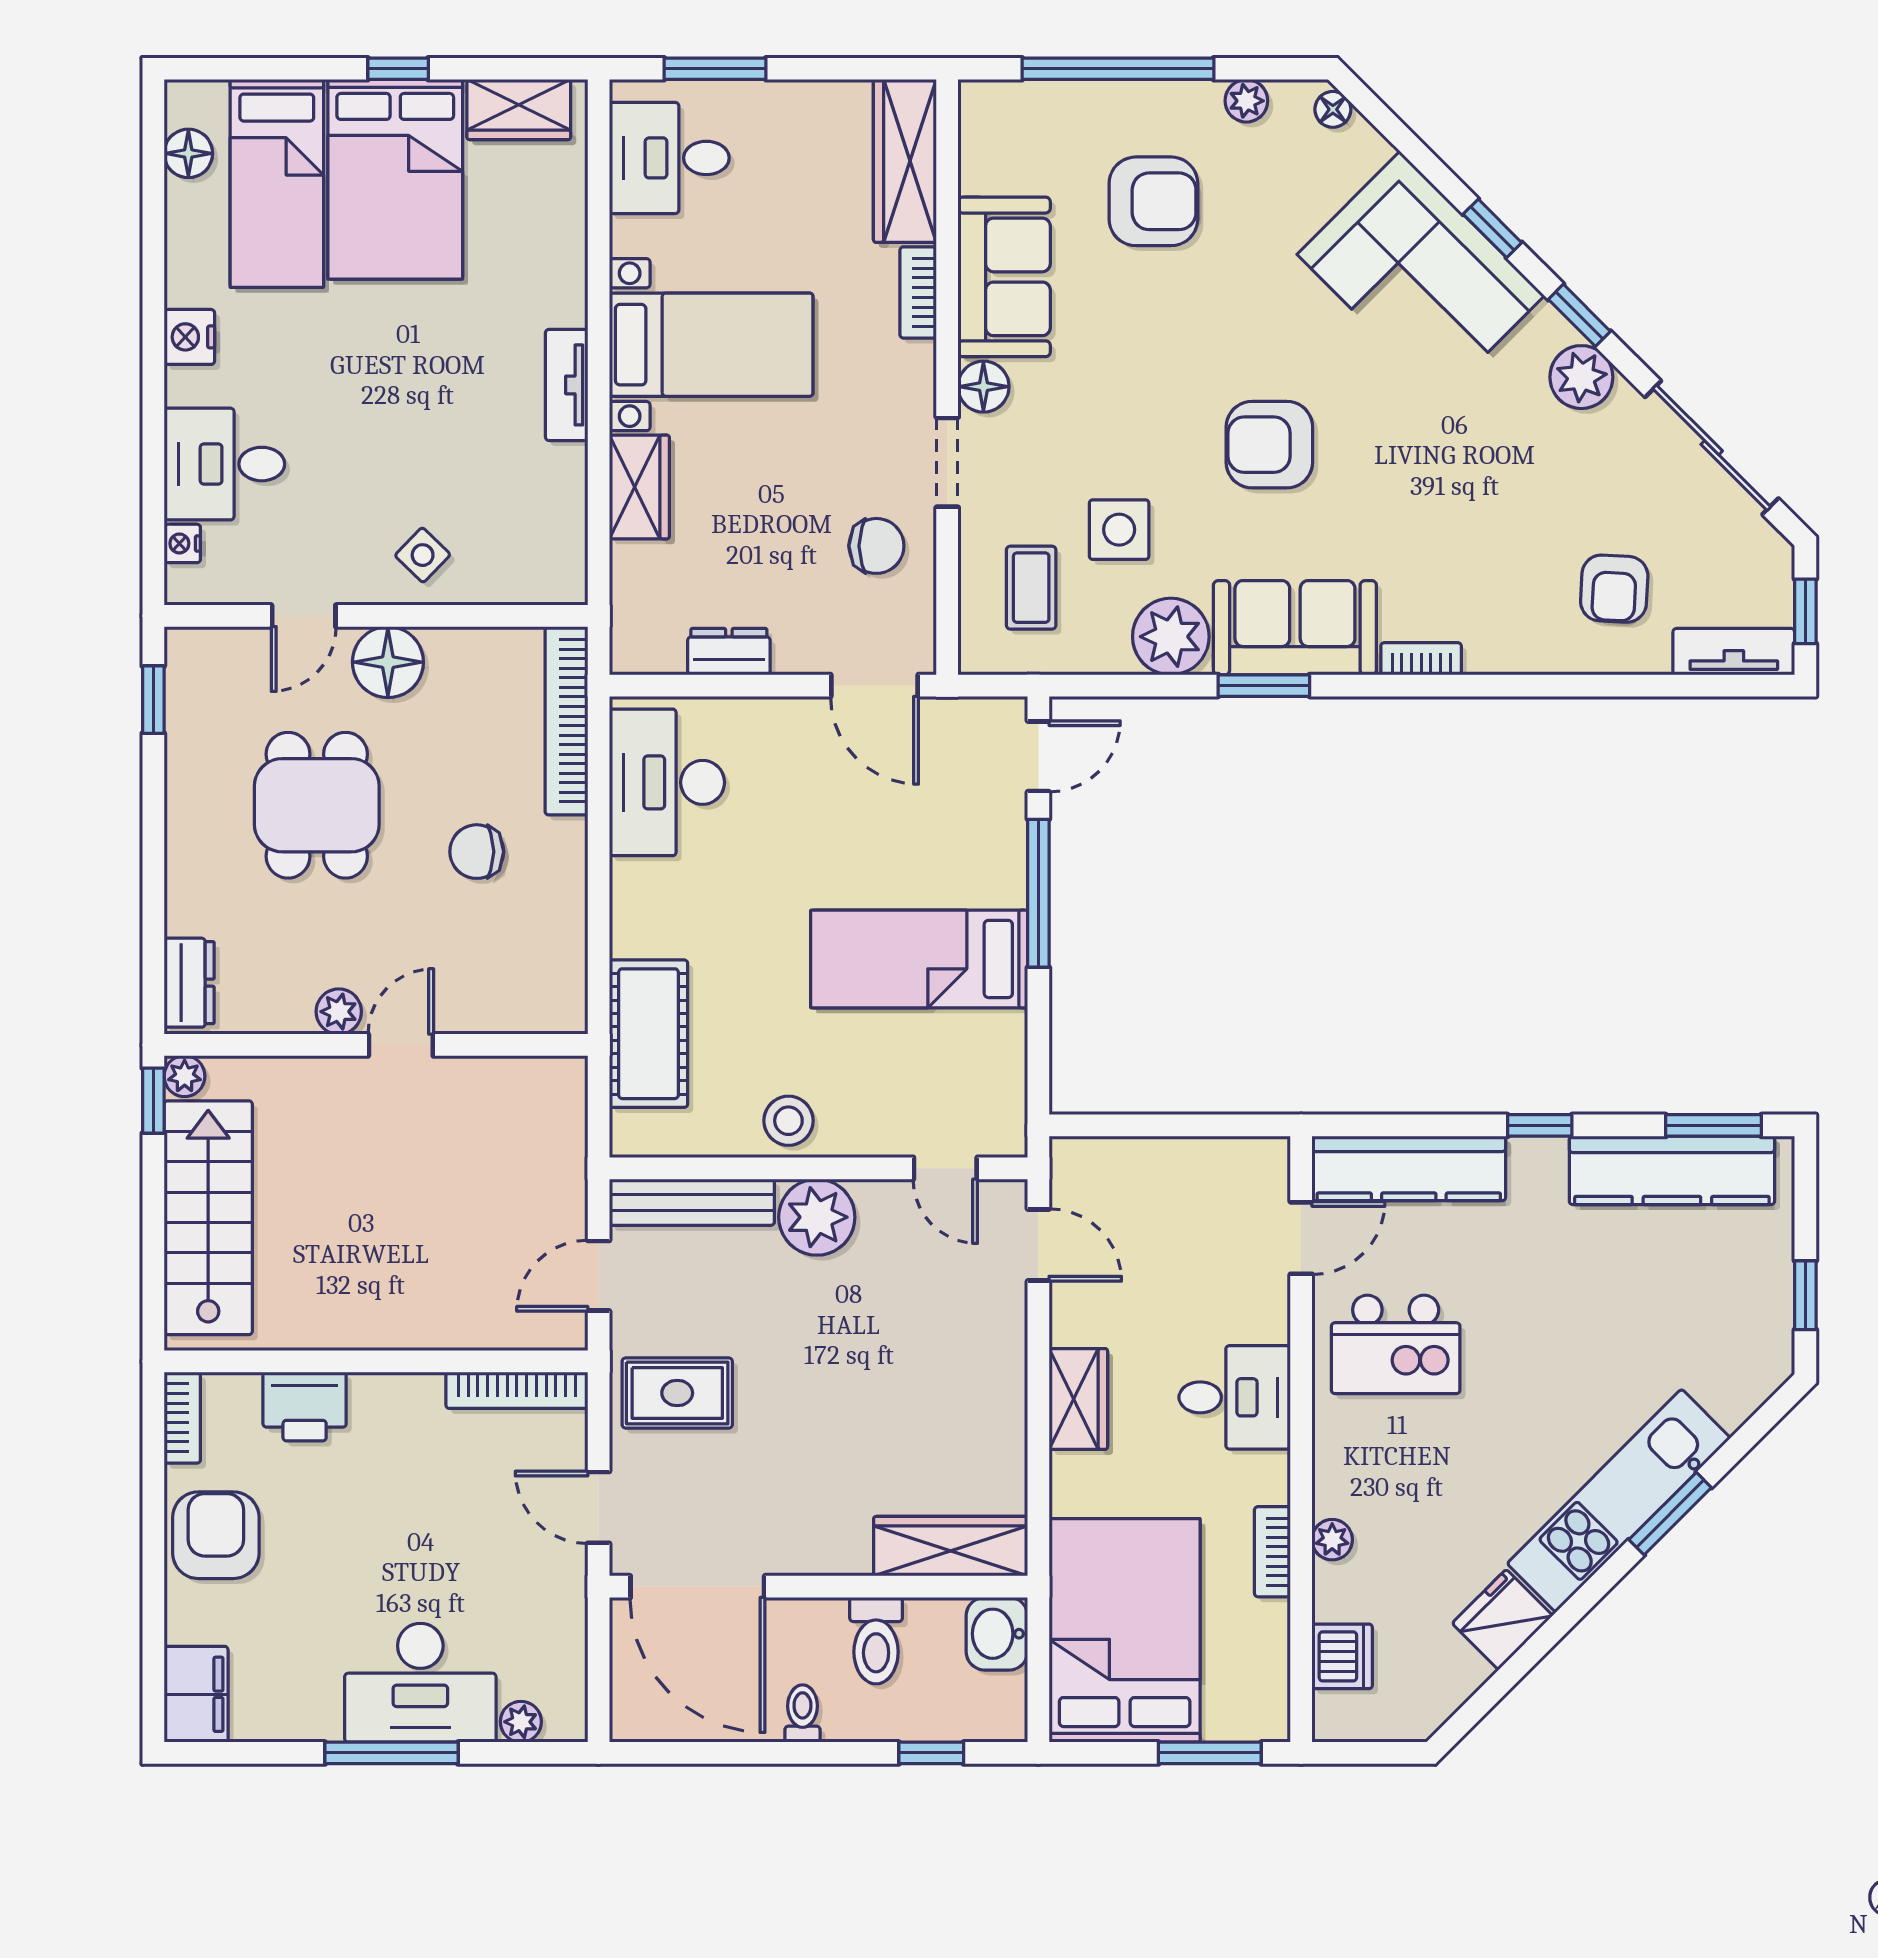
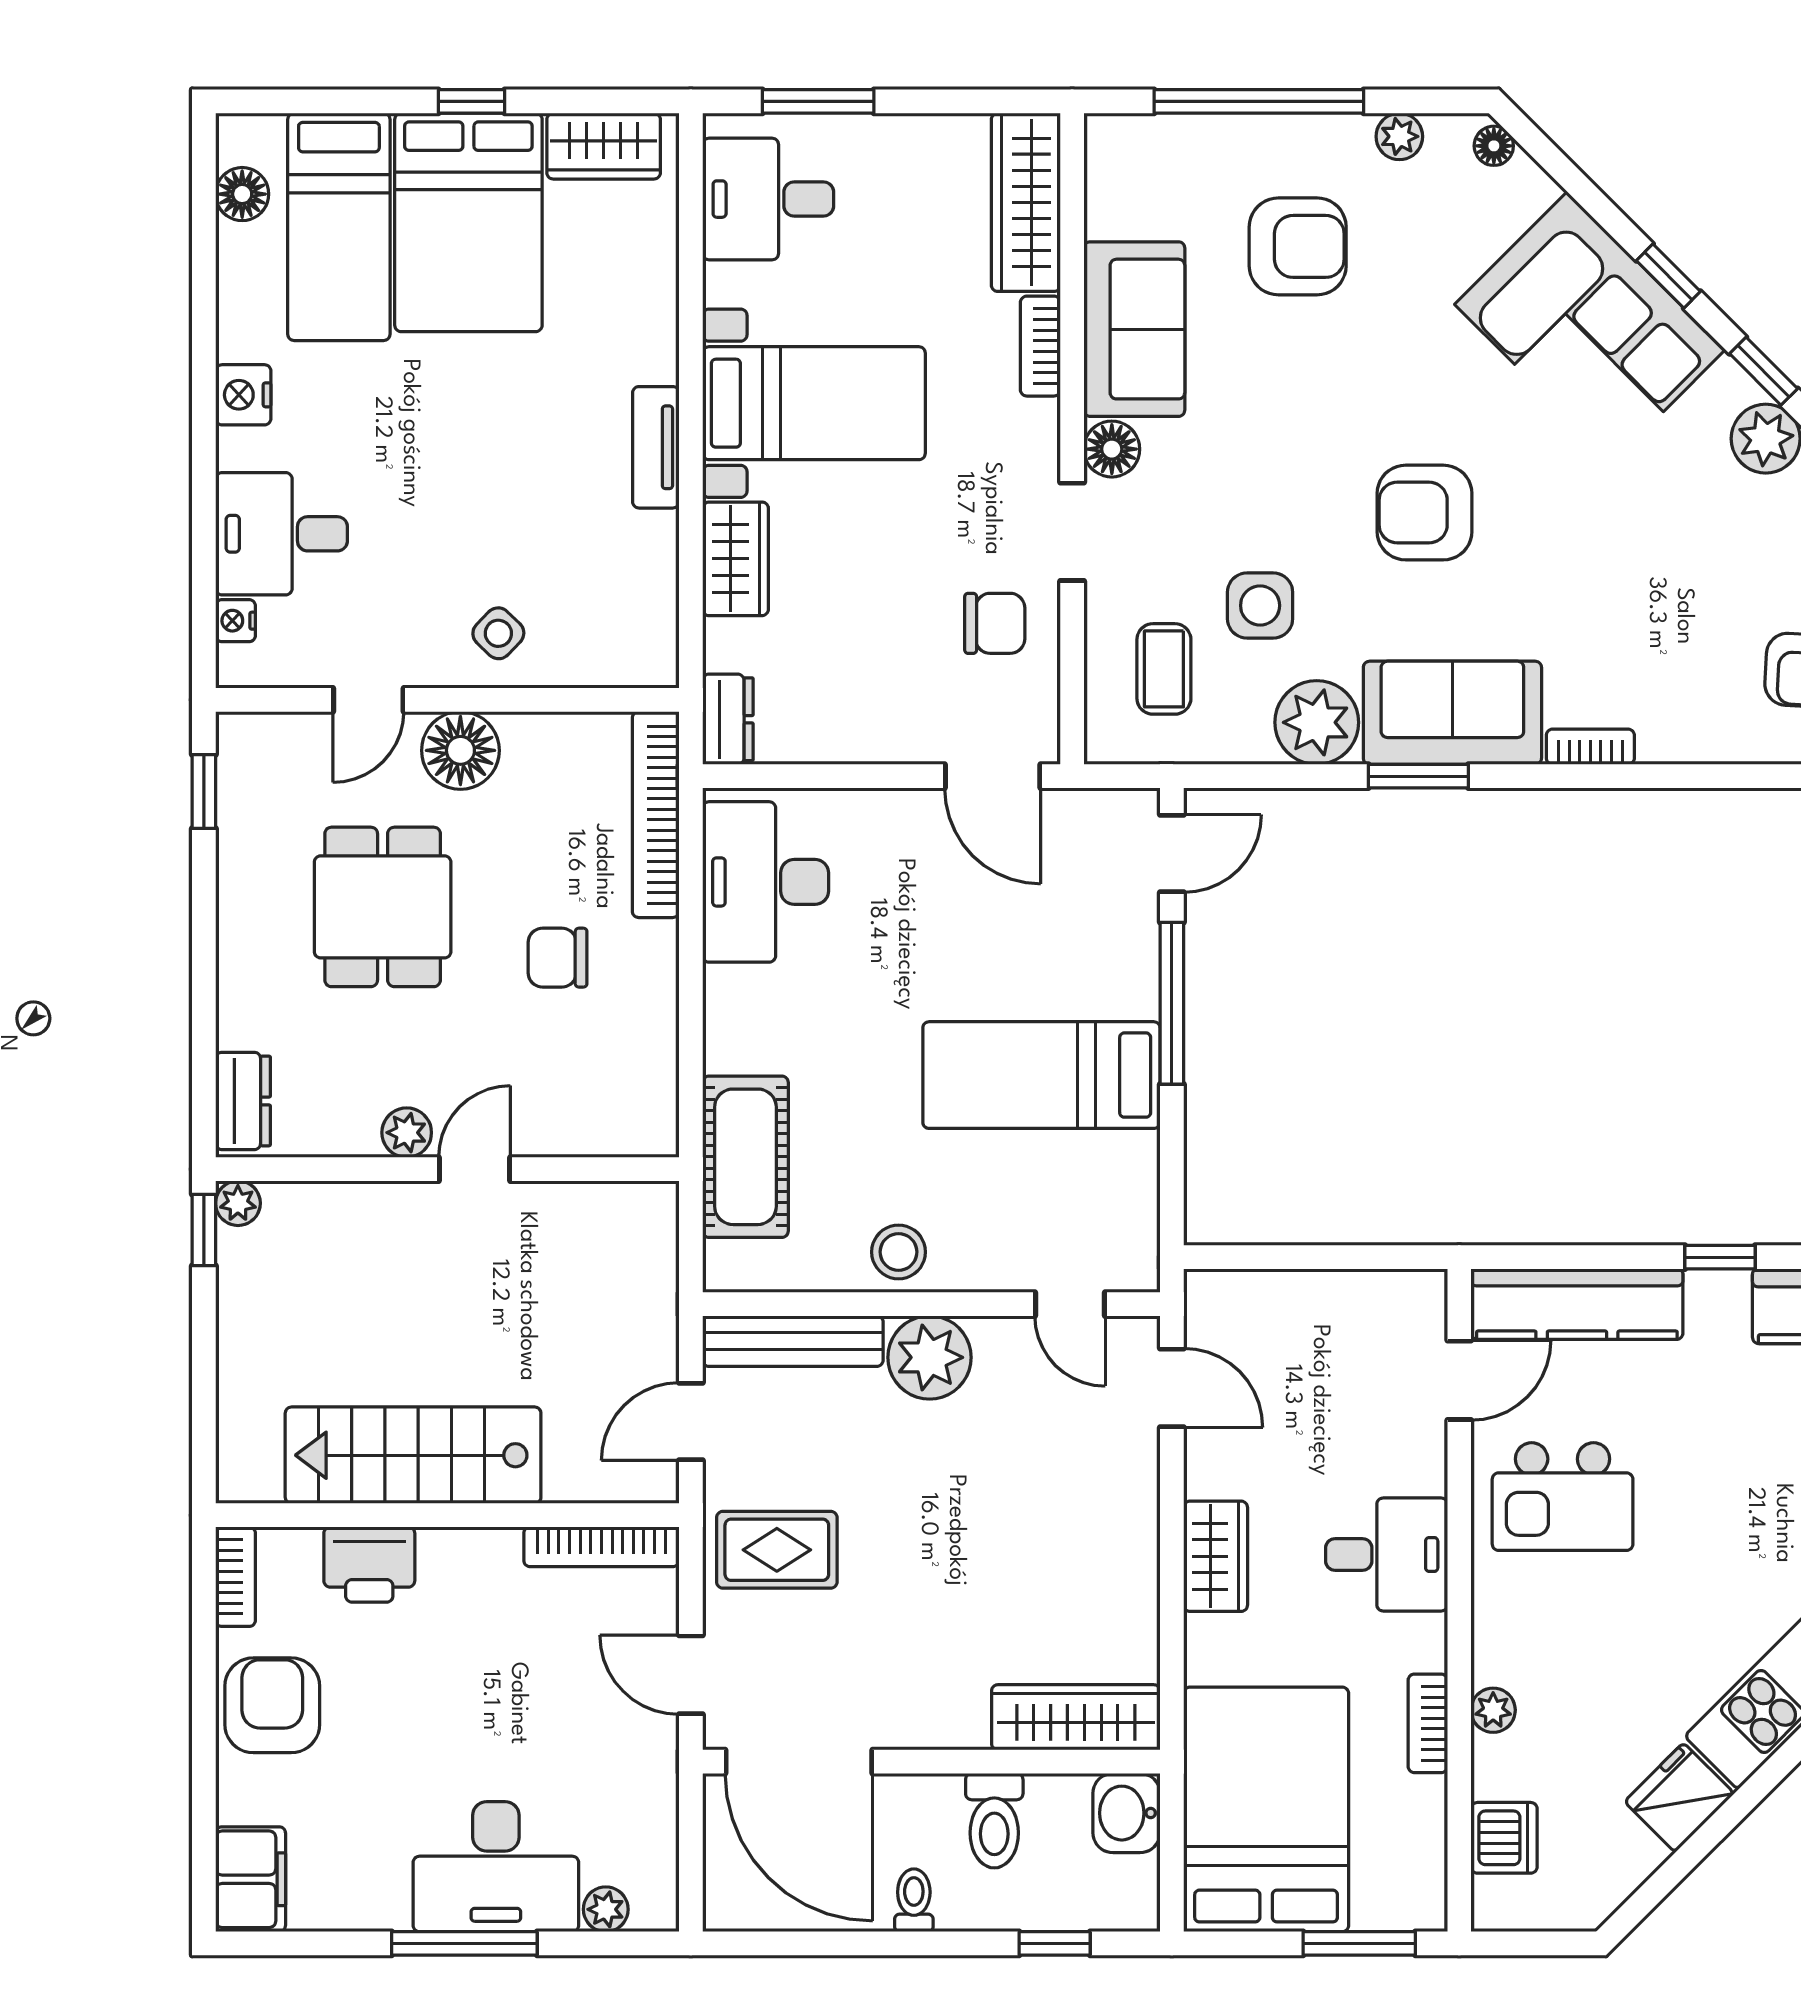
dresser: (729, 652) -> (728, 719), moved, turned 90
stairs: (208, 1218) -> (413, 1455), moved, turned -90

